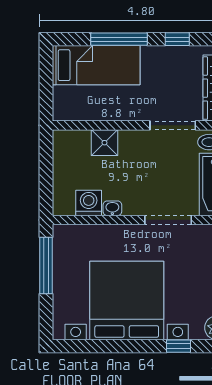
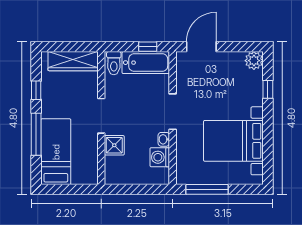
doorway: (173, 125) -> (101, 116), moved
doorway: (168, 220) -> (173, 112), moved
bed with nightstands: (127, 300) -> (233, 141), width x0.73

